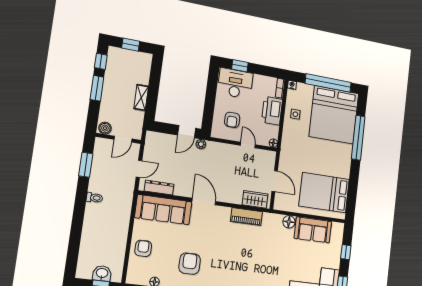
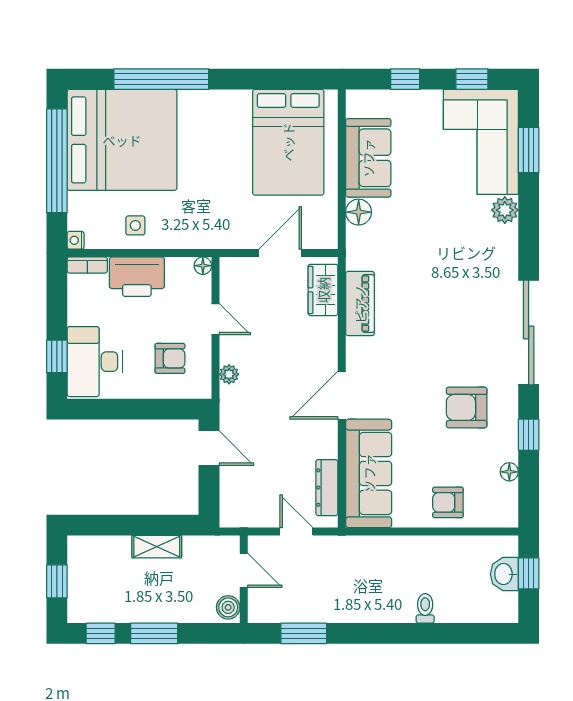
plant: (201, 144) -> (229, 374), moved
door: (248, 145) -> (215, 319), swing flipped
toilet: (94, 198) -> (425, 608), moved

